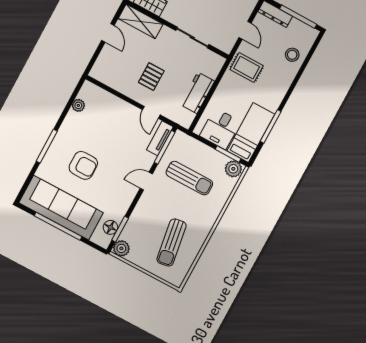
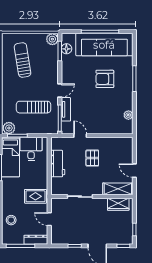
tv unit: (160, 138) -> (66, 109), moved

